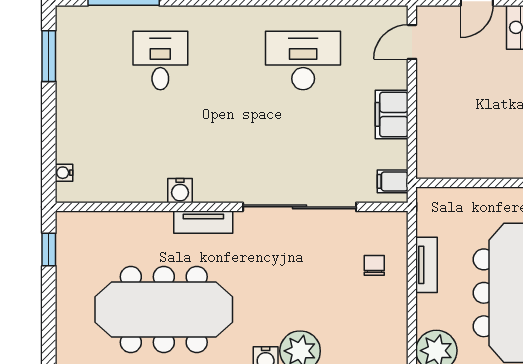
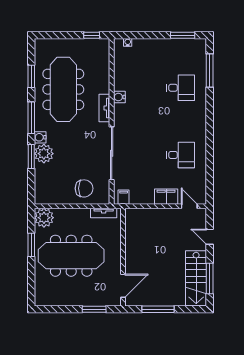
desk: (303, 60) -> (181, 155), width x0.73
filing cabinet: (392, 114) -> (166, 197), moved
chair: (374, 265) -> (84, 188), width x1.87, depth x1.87
tv unit: (426, 265) -> (104, 213), moved

